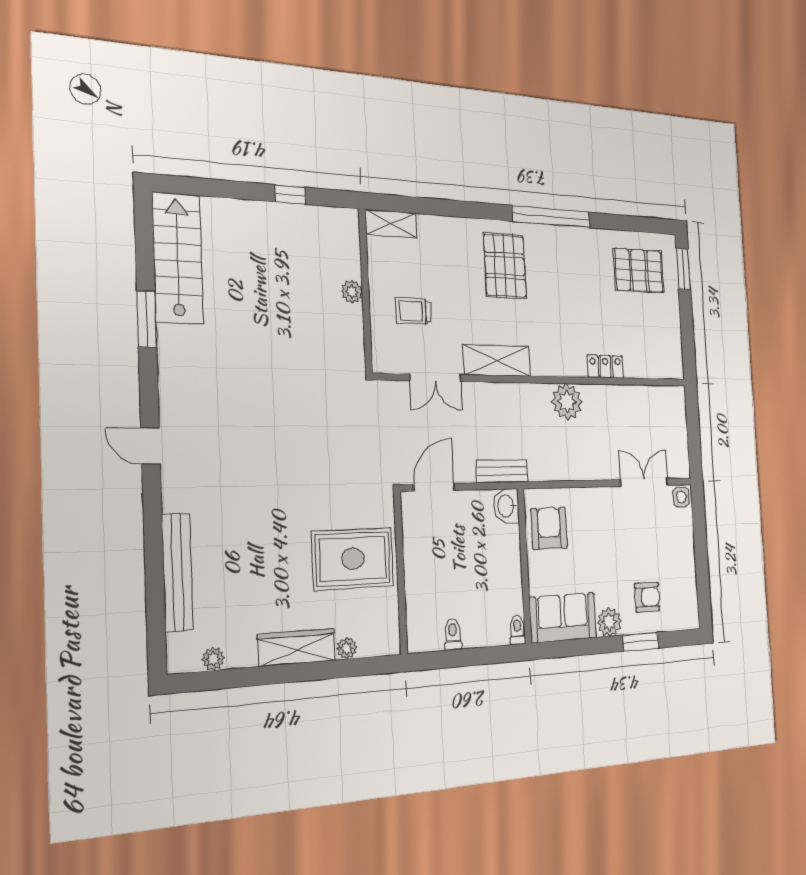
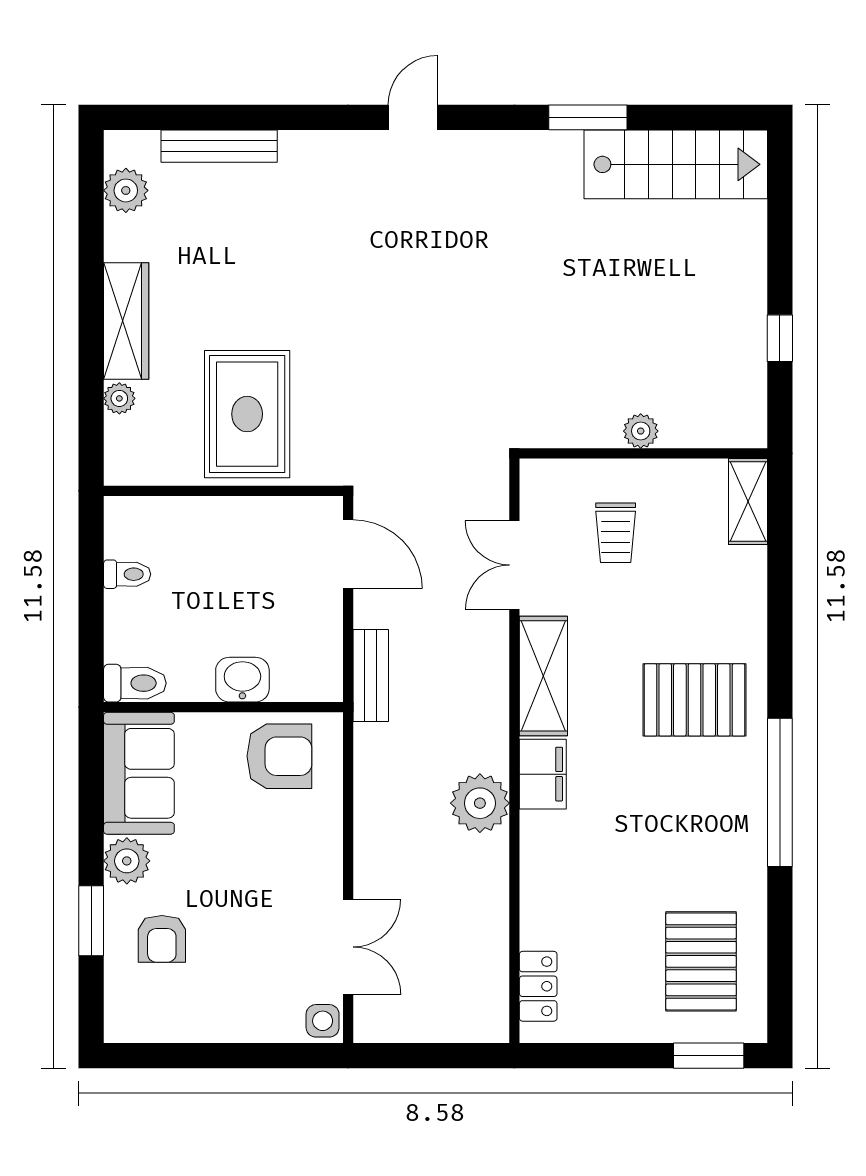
trolley: (413, 311) -> (616, 533), turned 180
filing cabinet: (550, 362) -> (543, 774), added
locker: (605, 367) -> (538, 986), moved
washbasin: (506, 506) -> (242, 680), moved
bench: (177, 572) -> (219, 146), width x0.73, depth x0.82
toilet: (517, 630) -> (135, 683), width x1.37, depth x1.39
plant: (213, 659) -> (126, 190), width x1.38, depth x1.38

